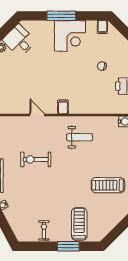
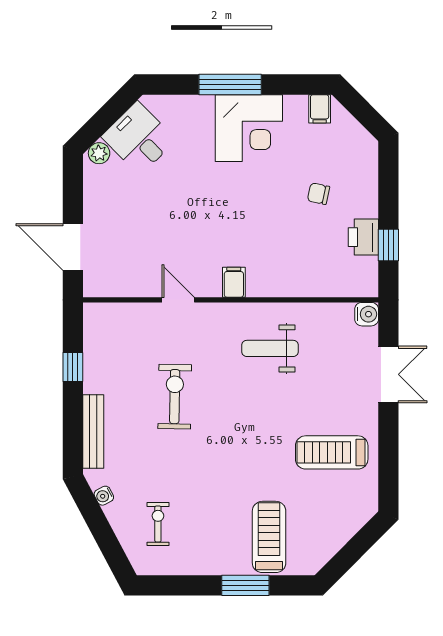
weight bench: (80, 137) -> (270, 348), turned 180
exercise bike: (36, 159) -> (175, 397), turned 91
exercise bike: (44, 230) -> (158, 524), moved

